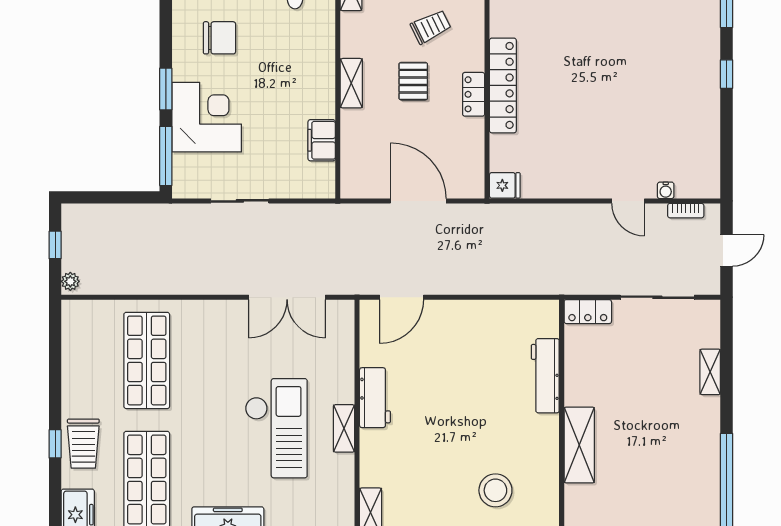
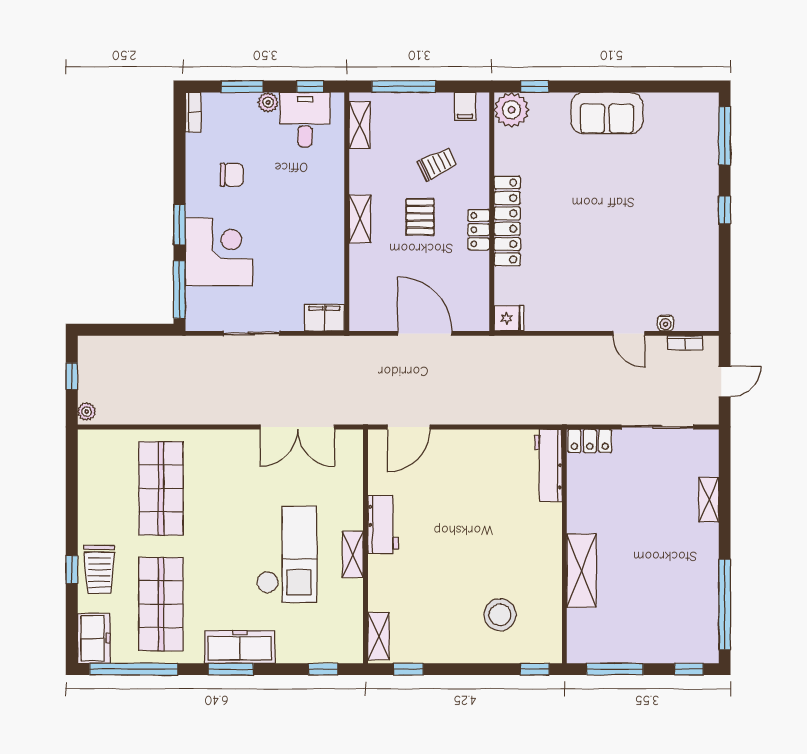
chair: (219, 38) -> (232, 175), width x0.73, depth x0.73
filing cabinet: (322, 140) -> (324, 318), moved, turned 90
workbench: (545, 376) -> (548, 465), moved

